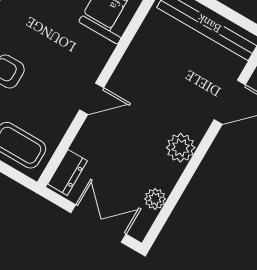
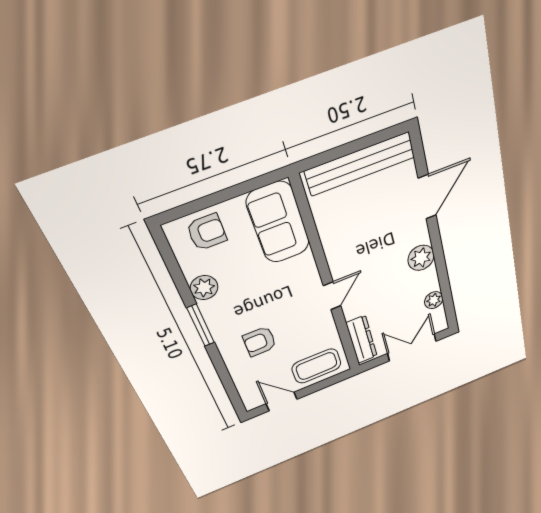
dresser: (68, 172) -> (362, 340), width x1.44

